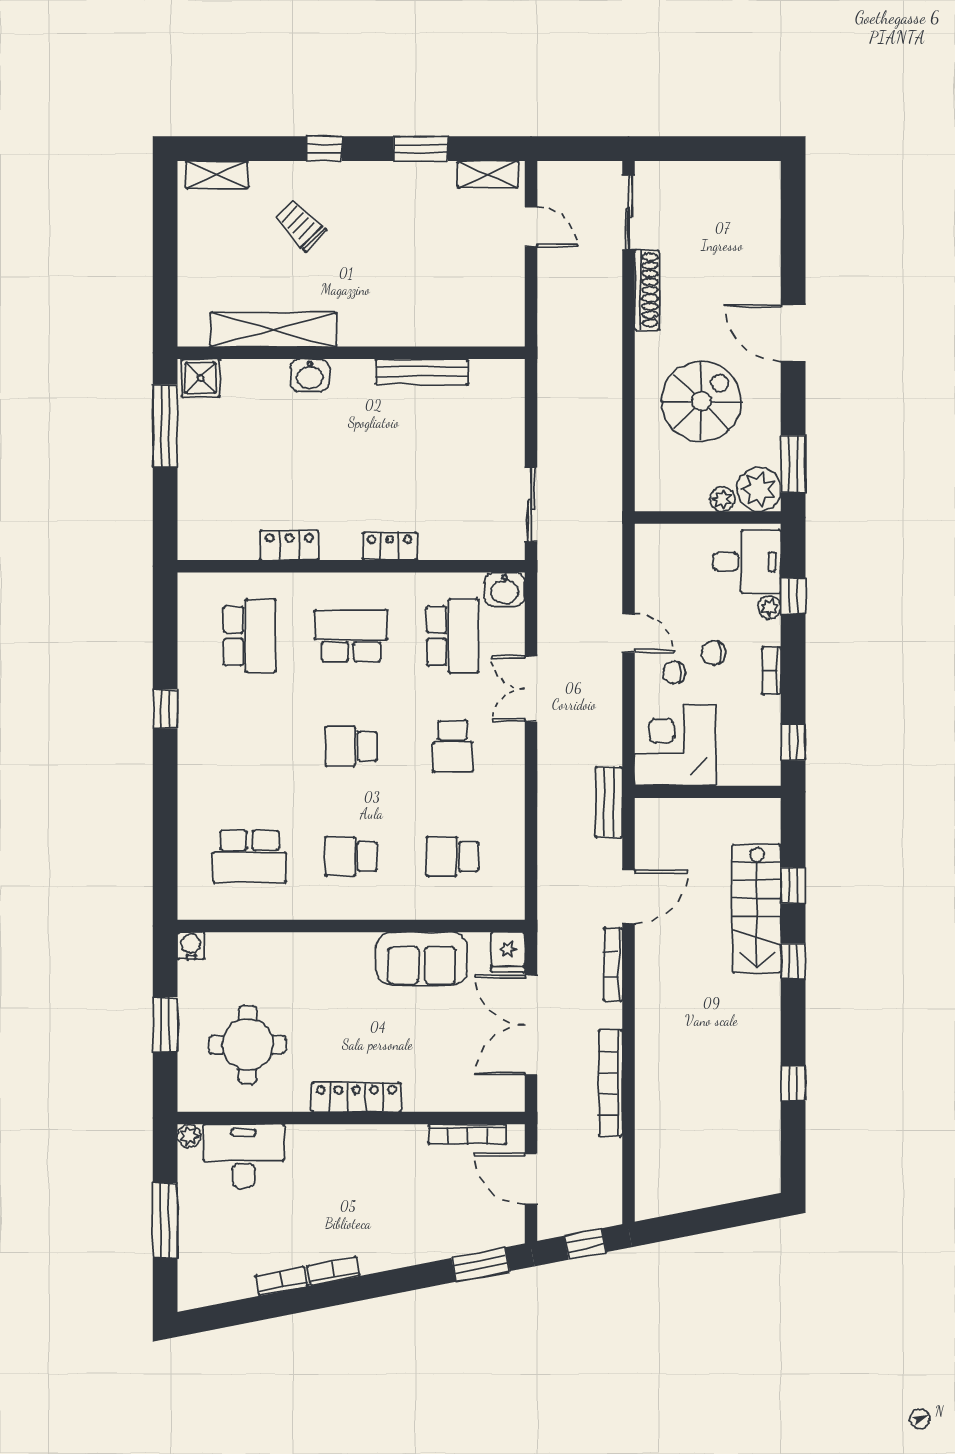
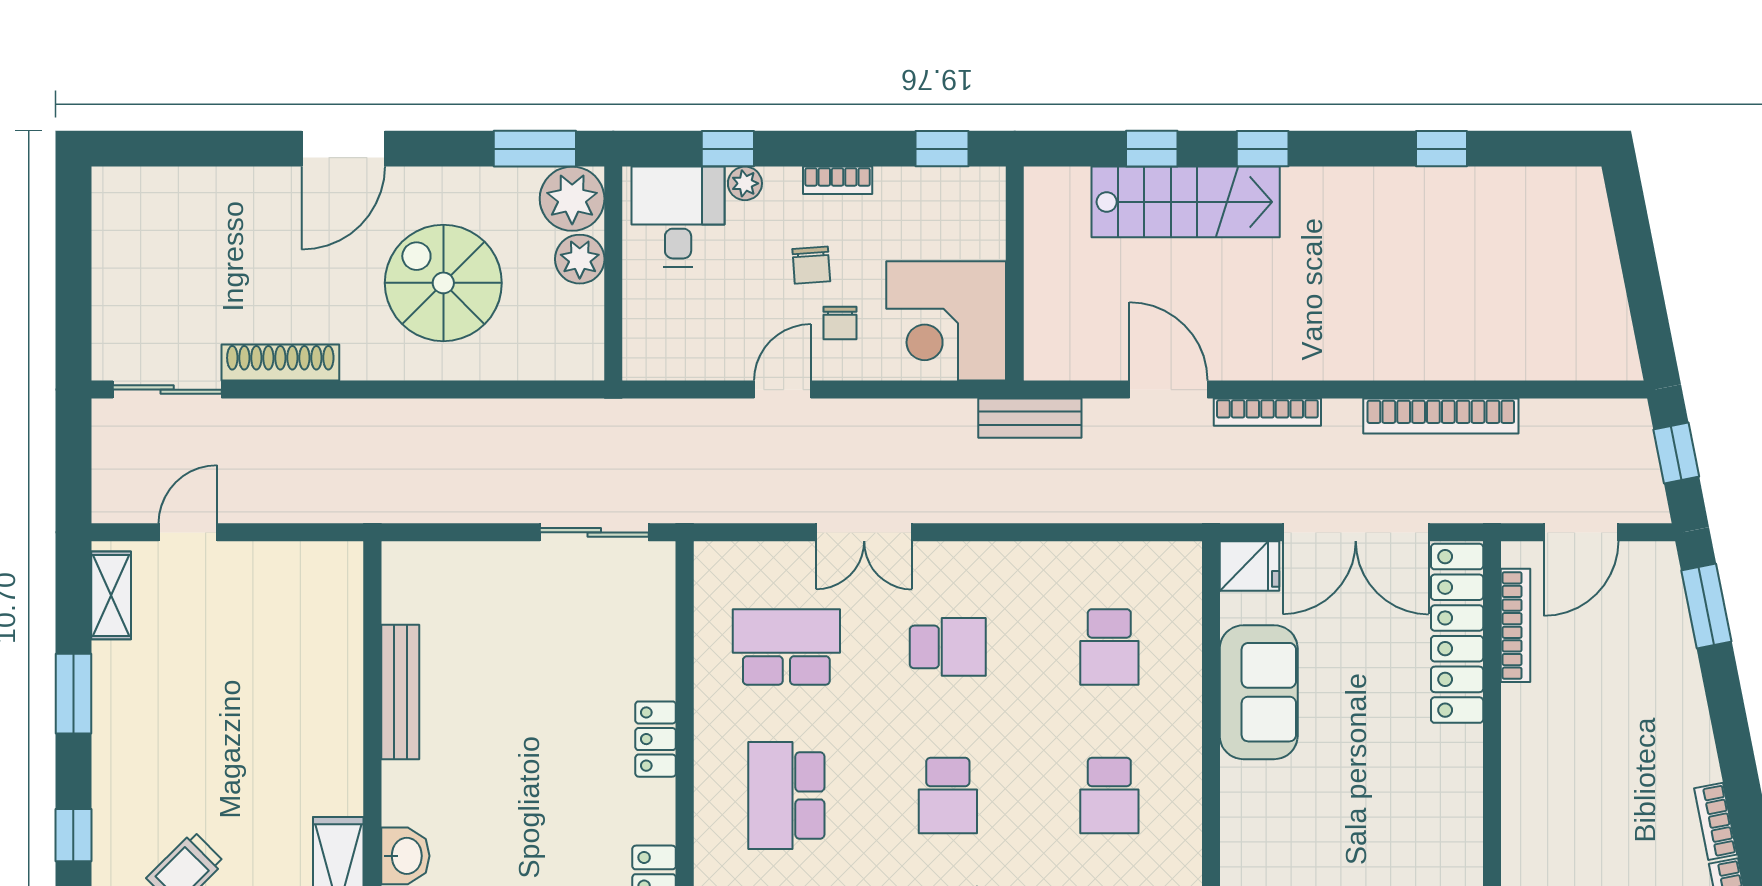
plant: (722, 499) -> (580, 259), width x1.38, depth x1.38
washbasin: (505, 589) -> (719, 571), removed
locker: (356, 1097) -> (1457, 633), moved, width x1.41, depth x1.21

